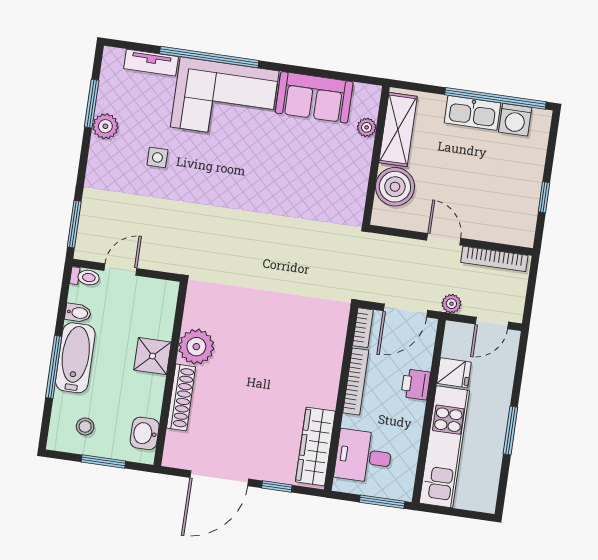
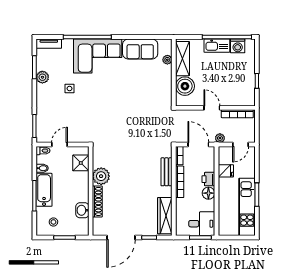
tv unit: (151, 63) -> (49, 44), moved
door: (405, 311) -> (198, 145), swing flipped
shower: (152, 356) -> (81, 163), moved
bench: (332, 357) -> (166, 172), added
floor lamp: (412, 413) -> (208, 193), added
washbasin: (145, 433) -> (82, 210), moved
kitchen unit: (444, 447) -> (247, 207), moved, turned 180
desk: (364, 456) -> (202, 224), moved, turned 180

